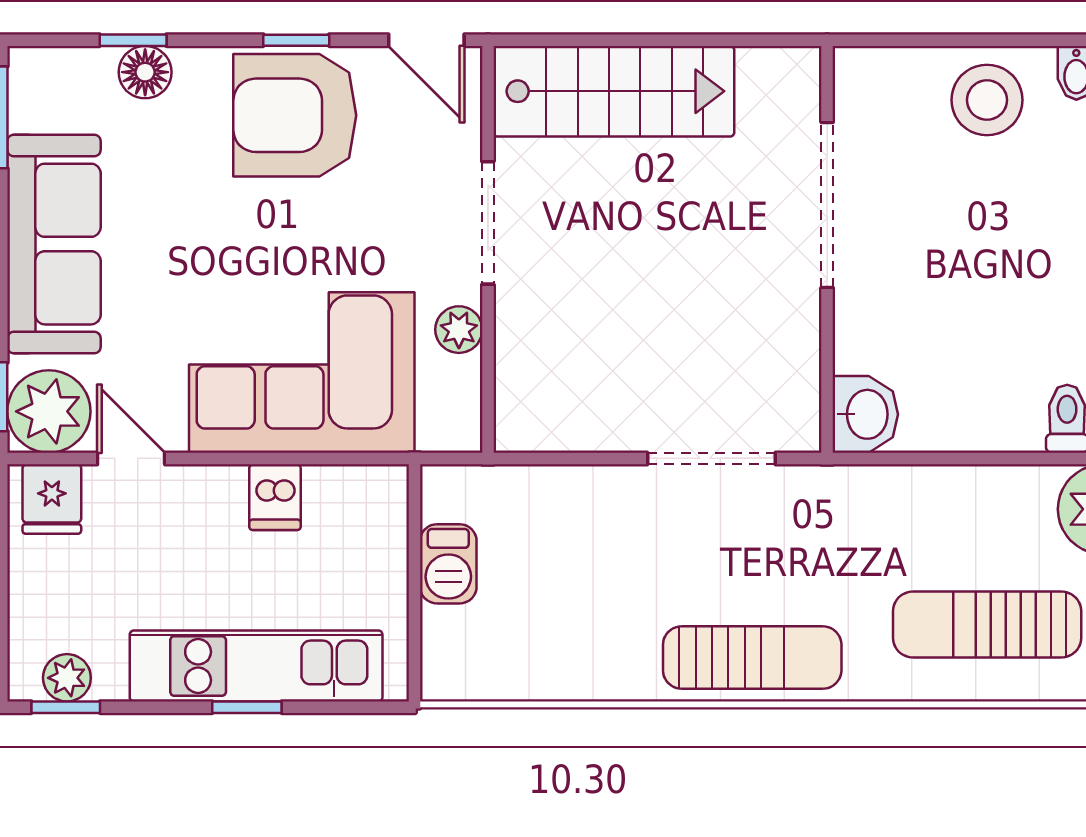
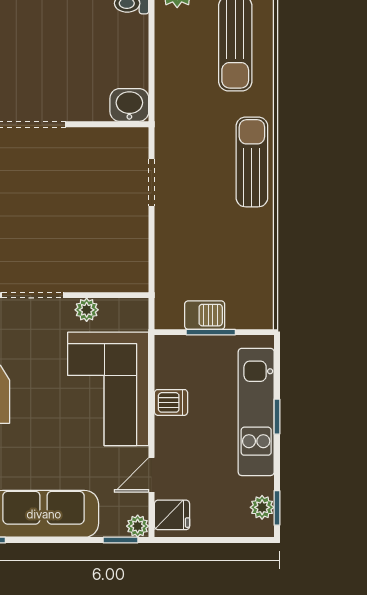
plant: (49, 411) -> (138, 526), width x0.53, depth x0.53
doorway: (711, 458) -> (152, 182), width x0.73
window: (414, 576) -> (211, 332), added

